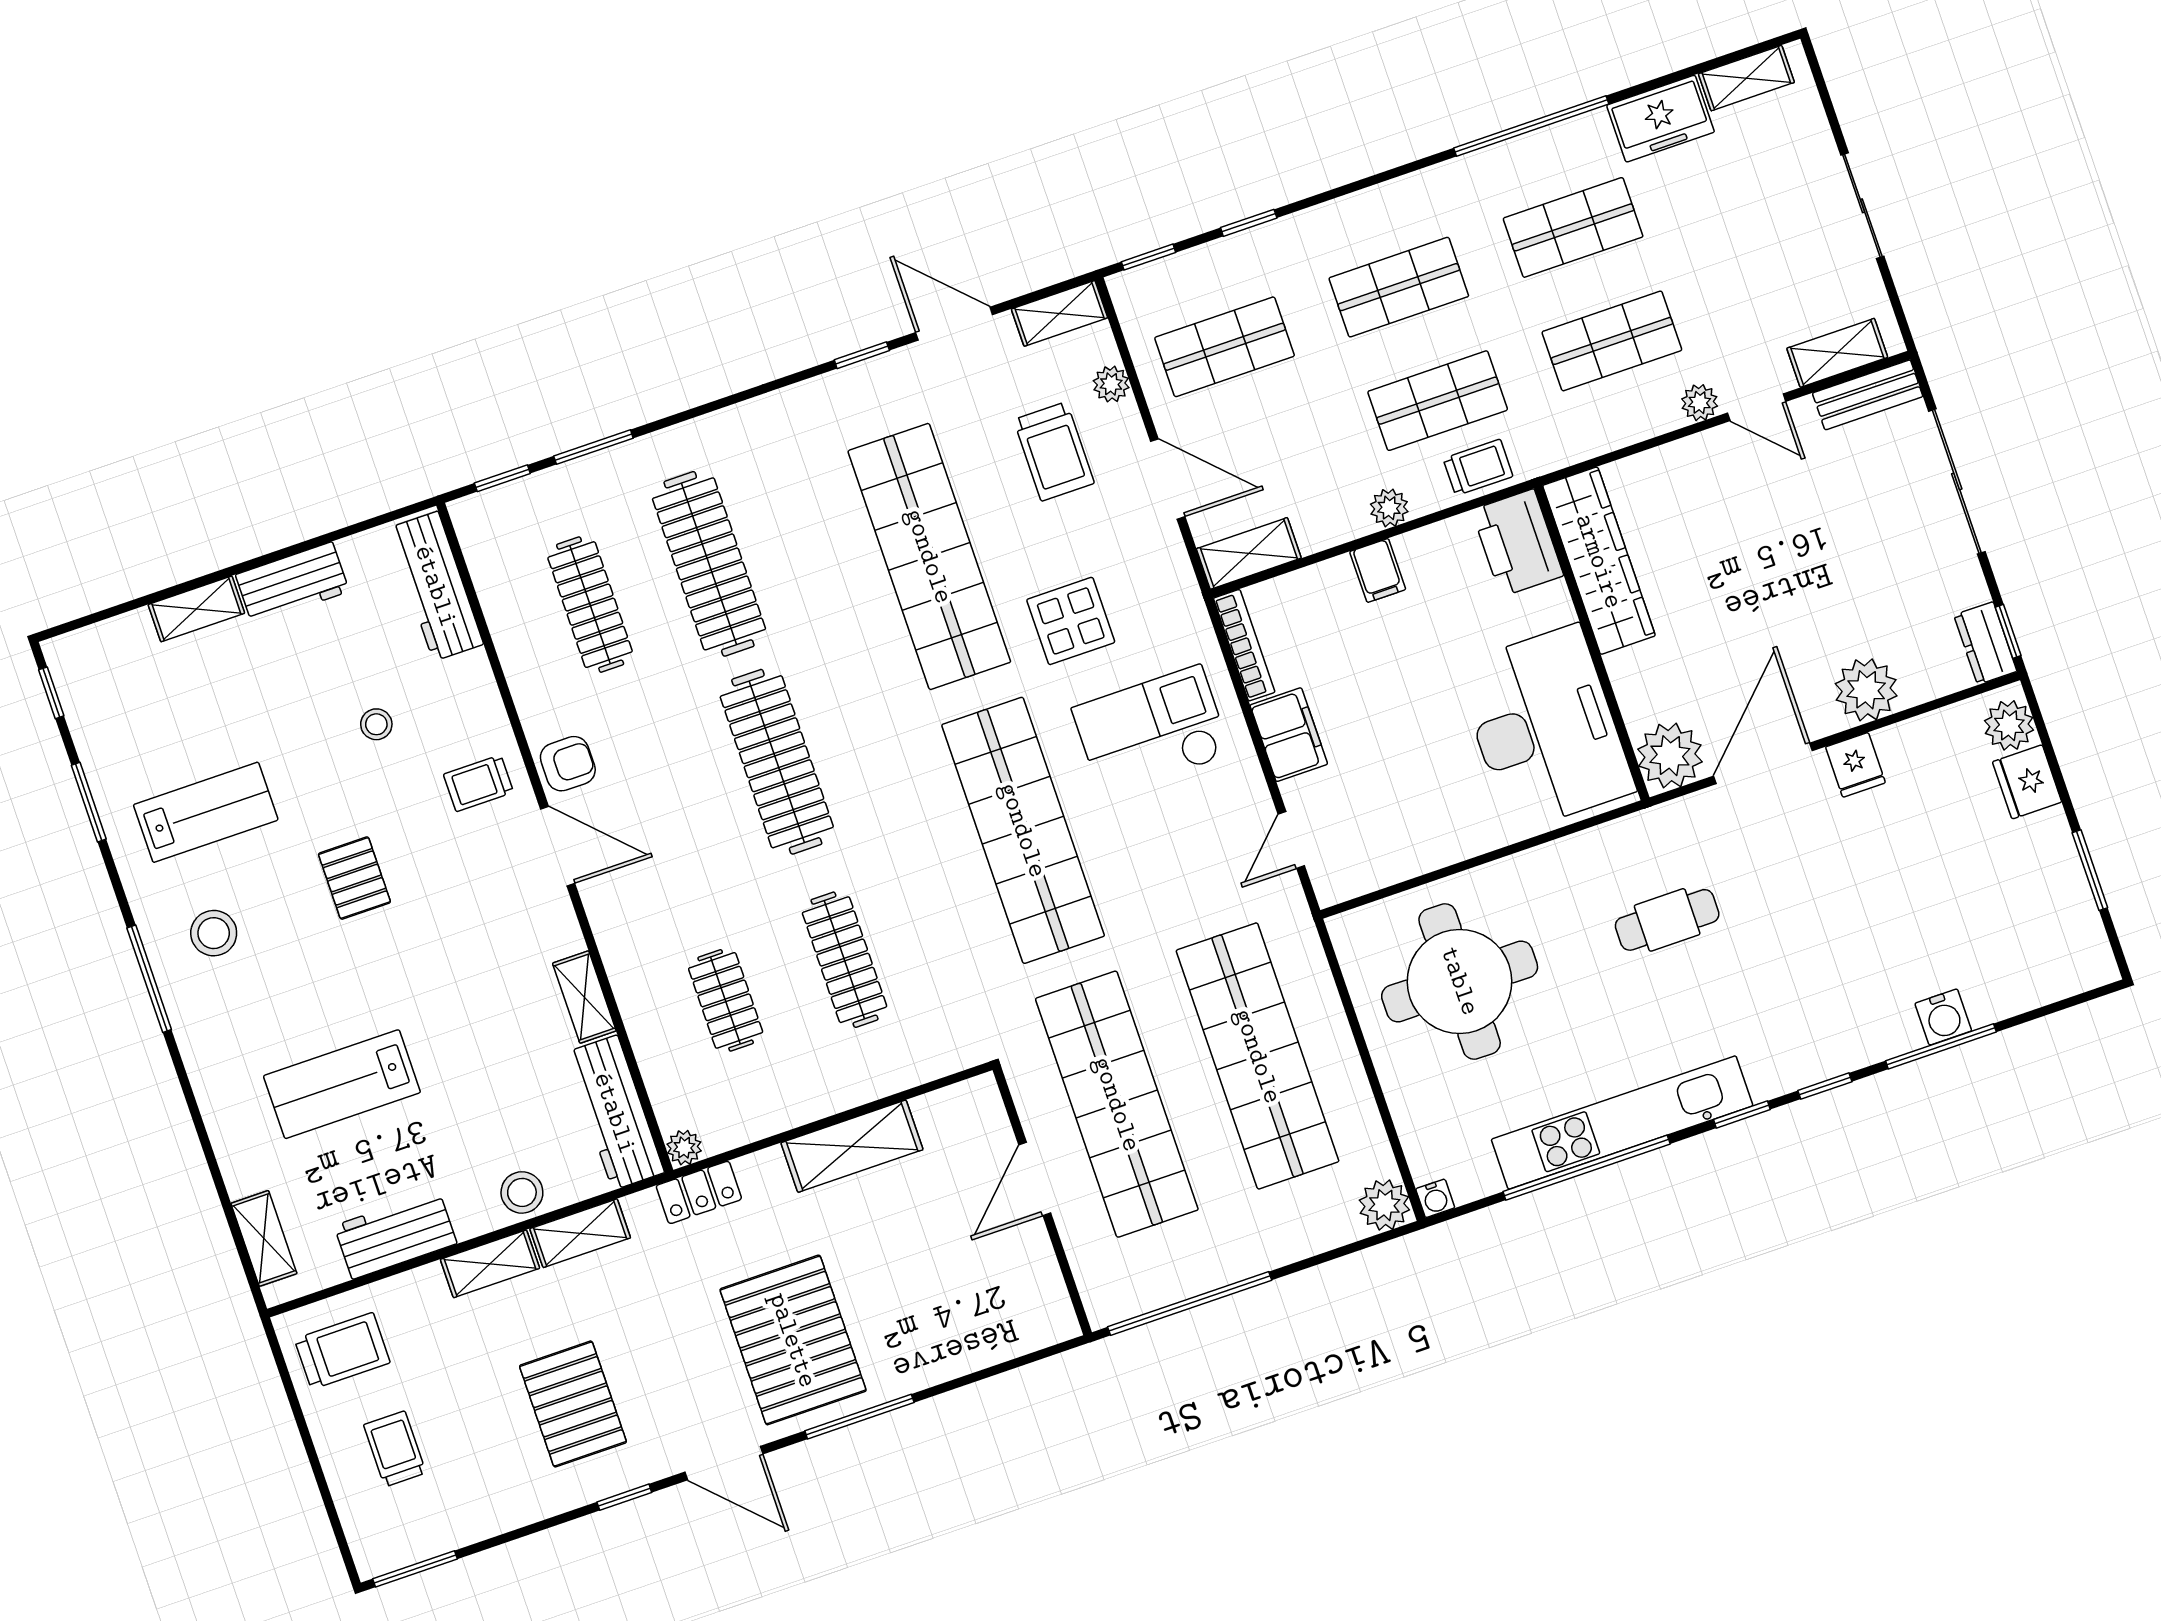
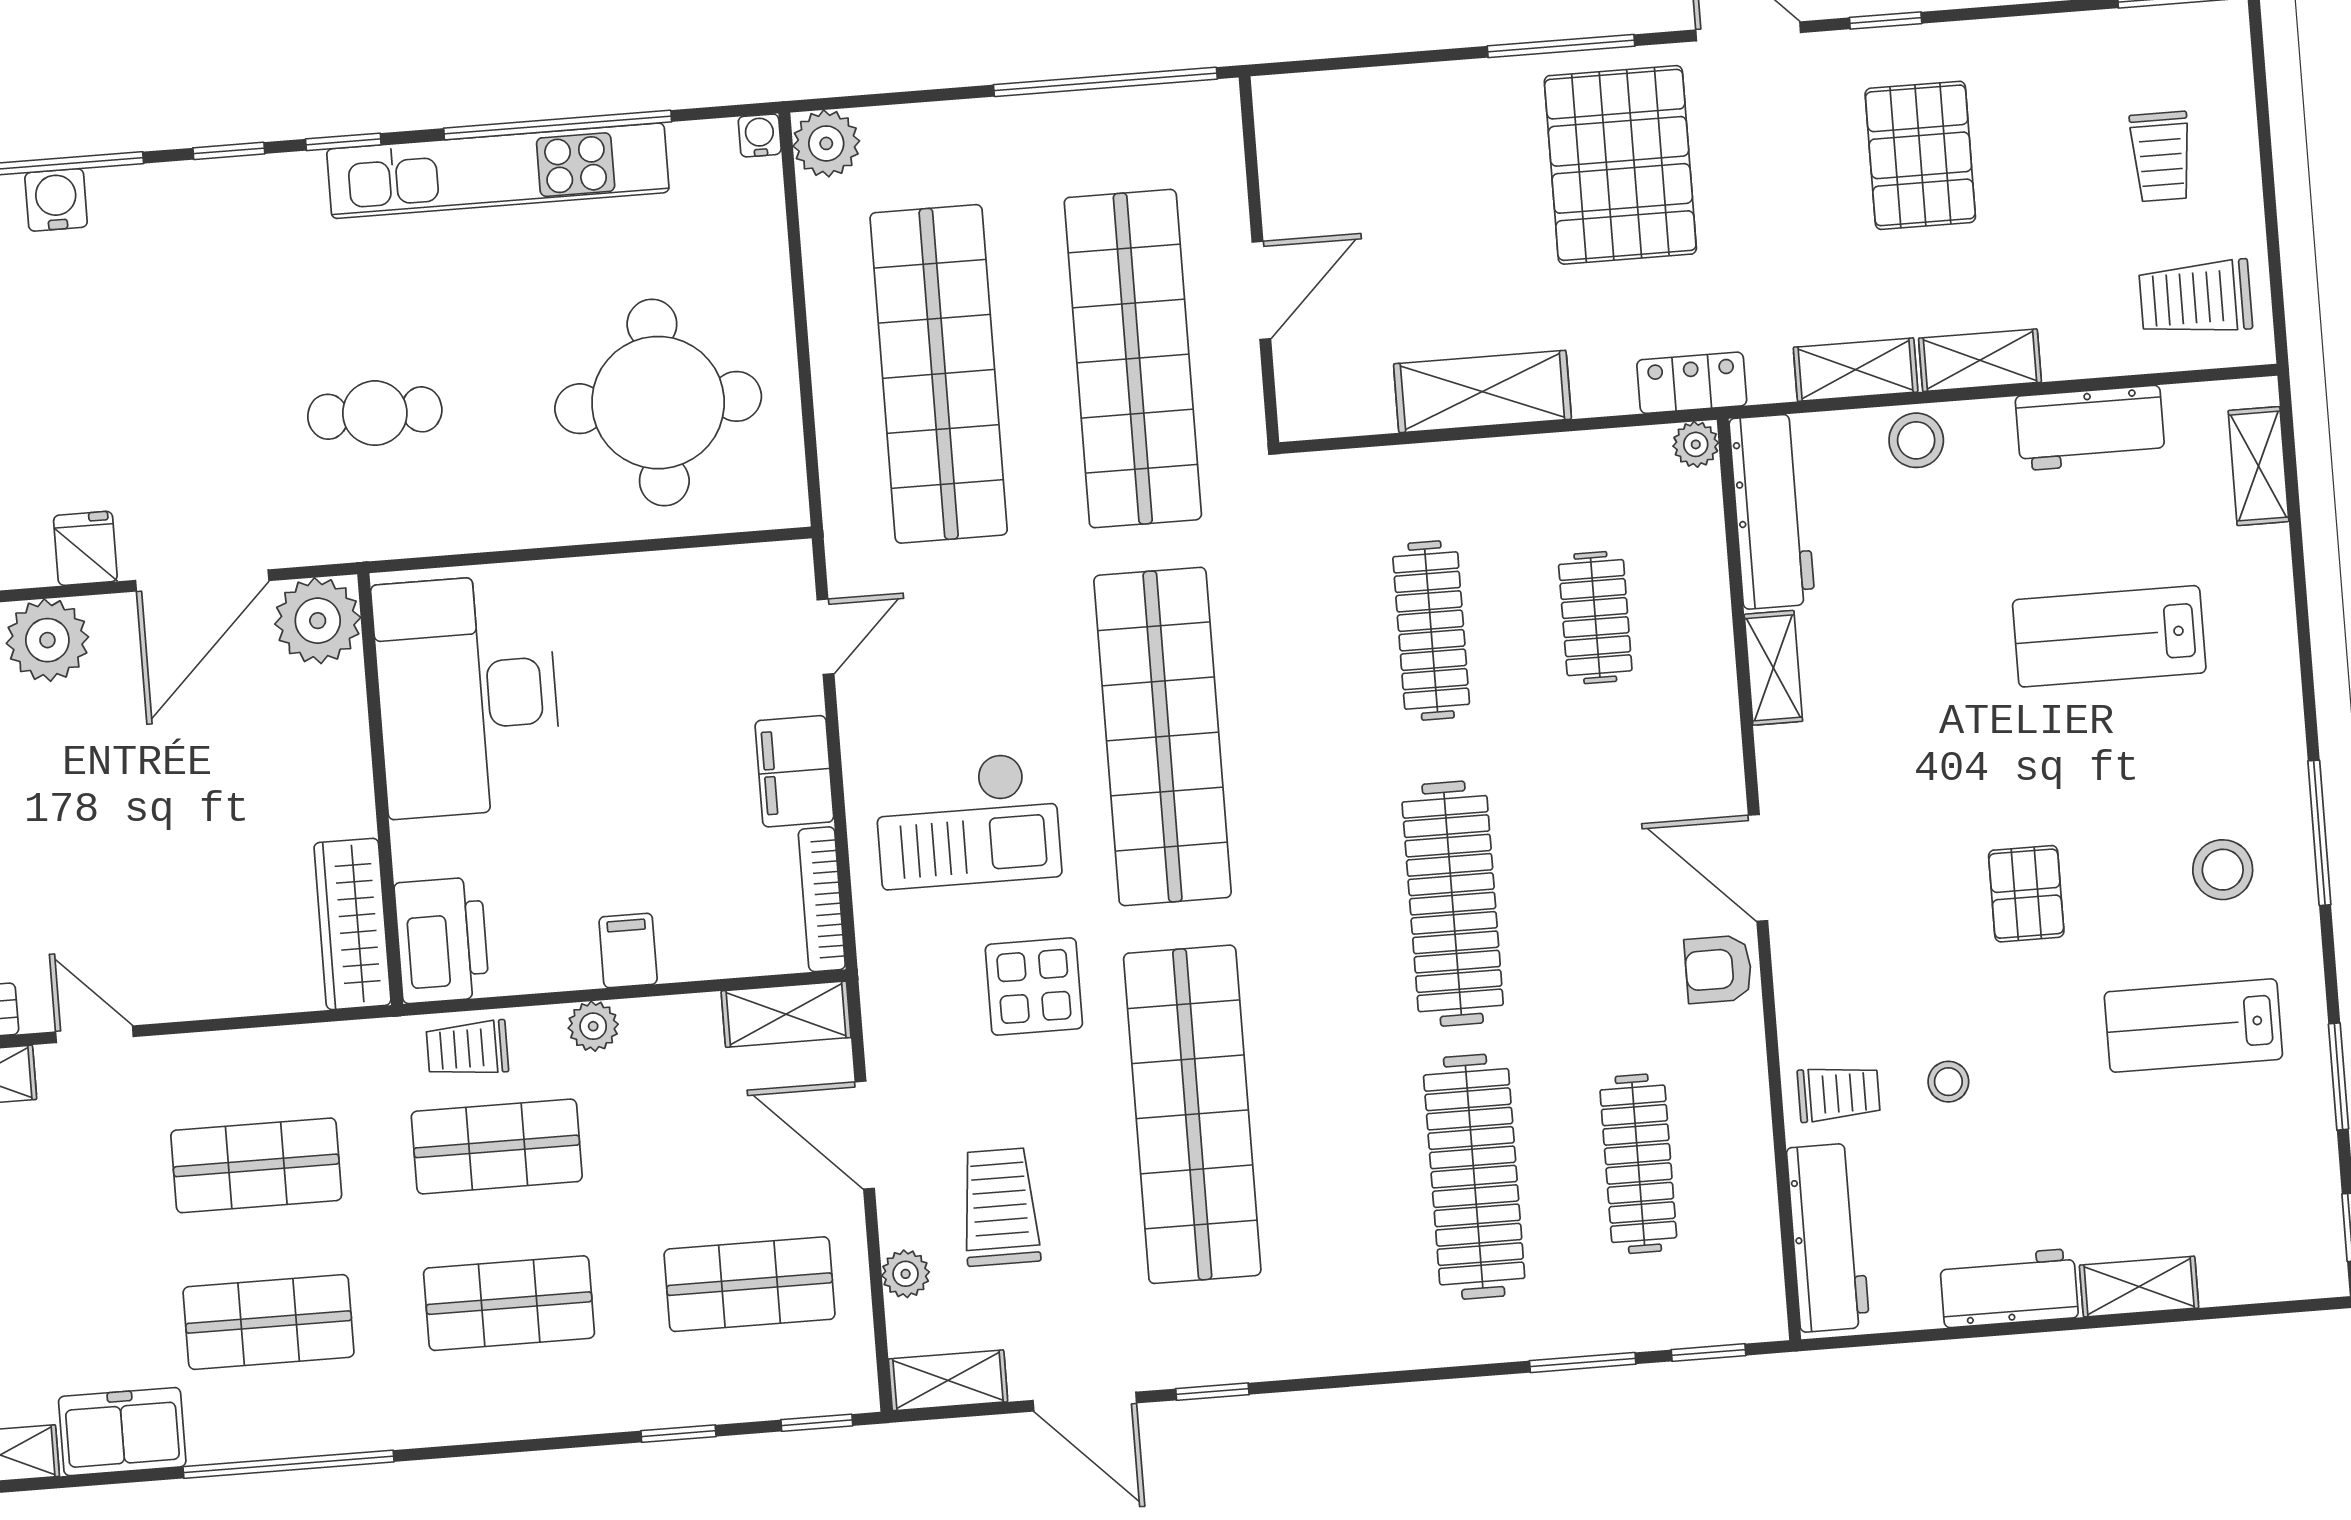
plant: (1700, 403) -> (165, 1059), removed
wardrobe: (1599, 561) -> (352, 924), width x0.71, depth x0.85
trolley: (478, 783) -> (1839, 1093), moved
lab bench: (342, 1084) -> (2109, 636), turned 180

